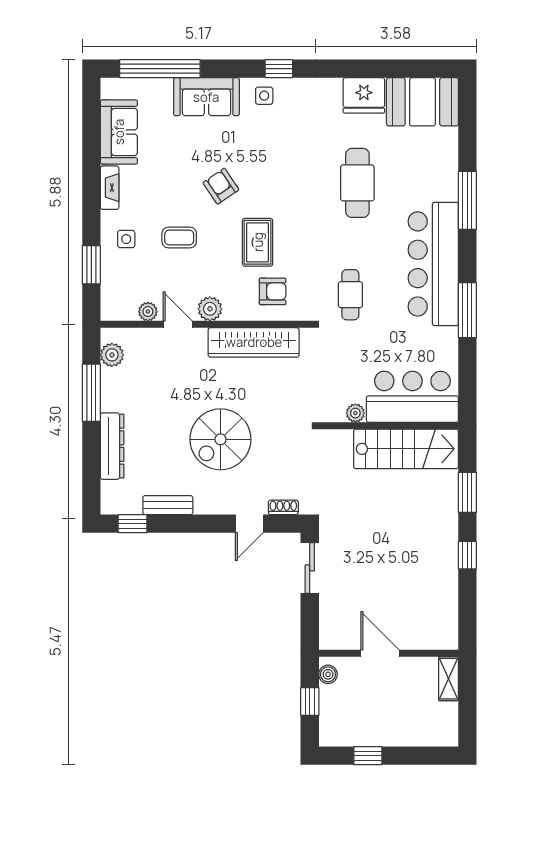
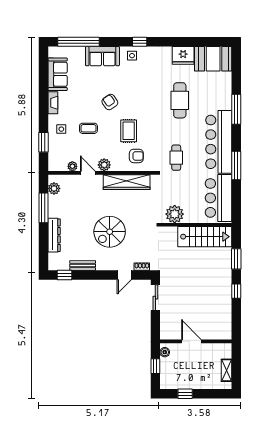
bar counter: (412, 397) -> (218, 198), moved, turned -90
plant: (355, 413) -> (175, 214), width x1.88, depth x1.88
shelving: (448, 679) -> (226, 370), moved

